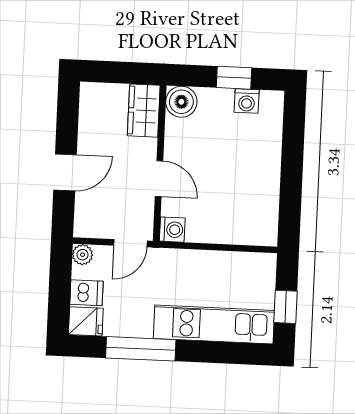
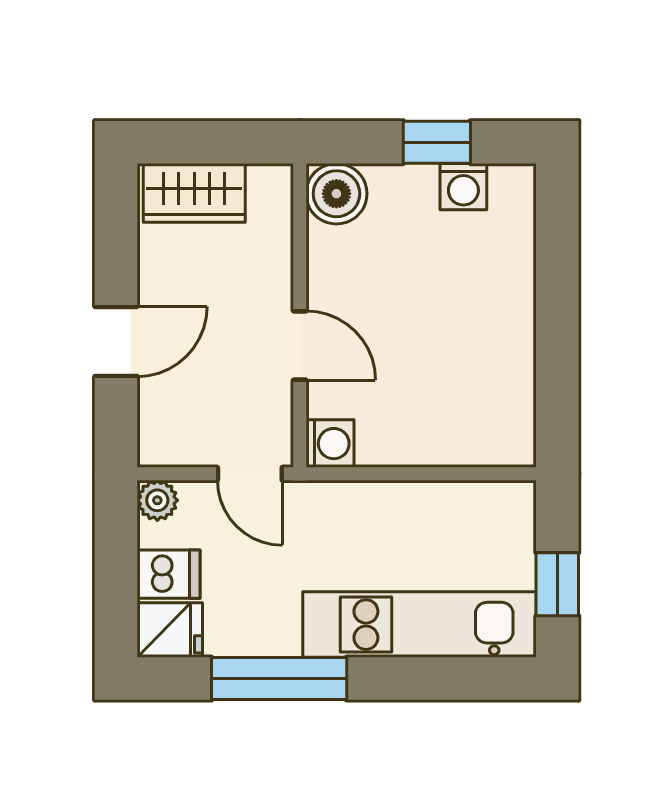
wardrobe: (144, 111) -> (194, 193), moved, turned -90
door: (130, 243) -> (250, 474), hinge flipped

